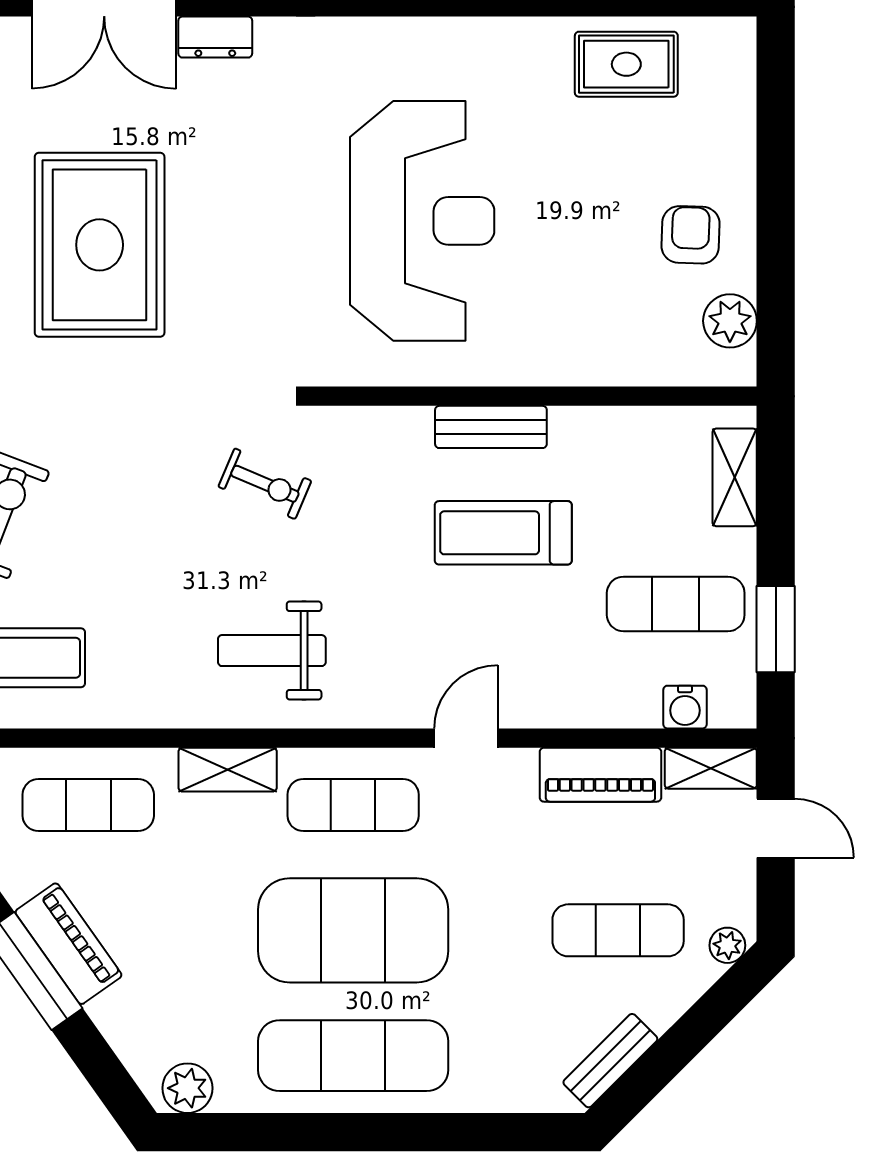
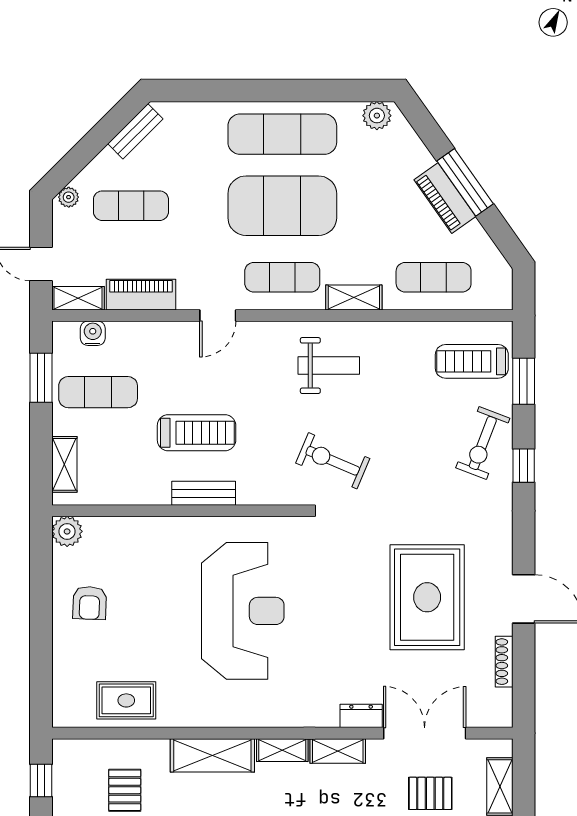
reception desk: (422, 221) -> (243, 611), turned 180
plant: (730, 321) -> (67, 531), moved
exercise bike: (265, 484) -> (333, 461), width x1.38, depth x1.39

